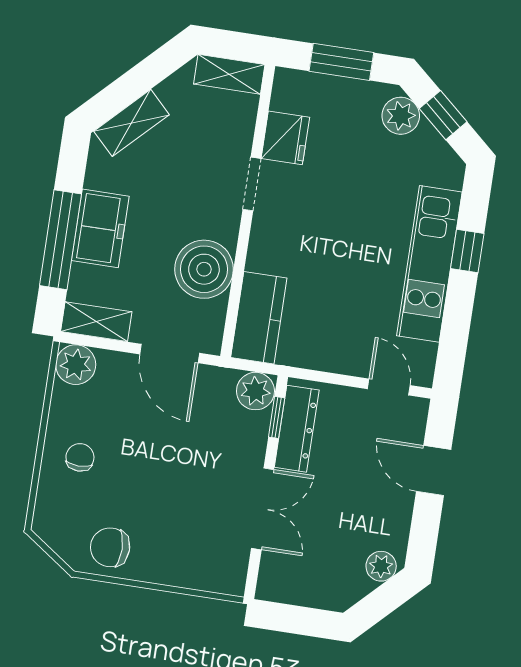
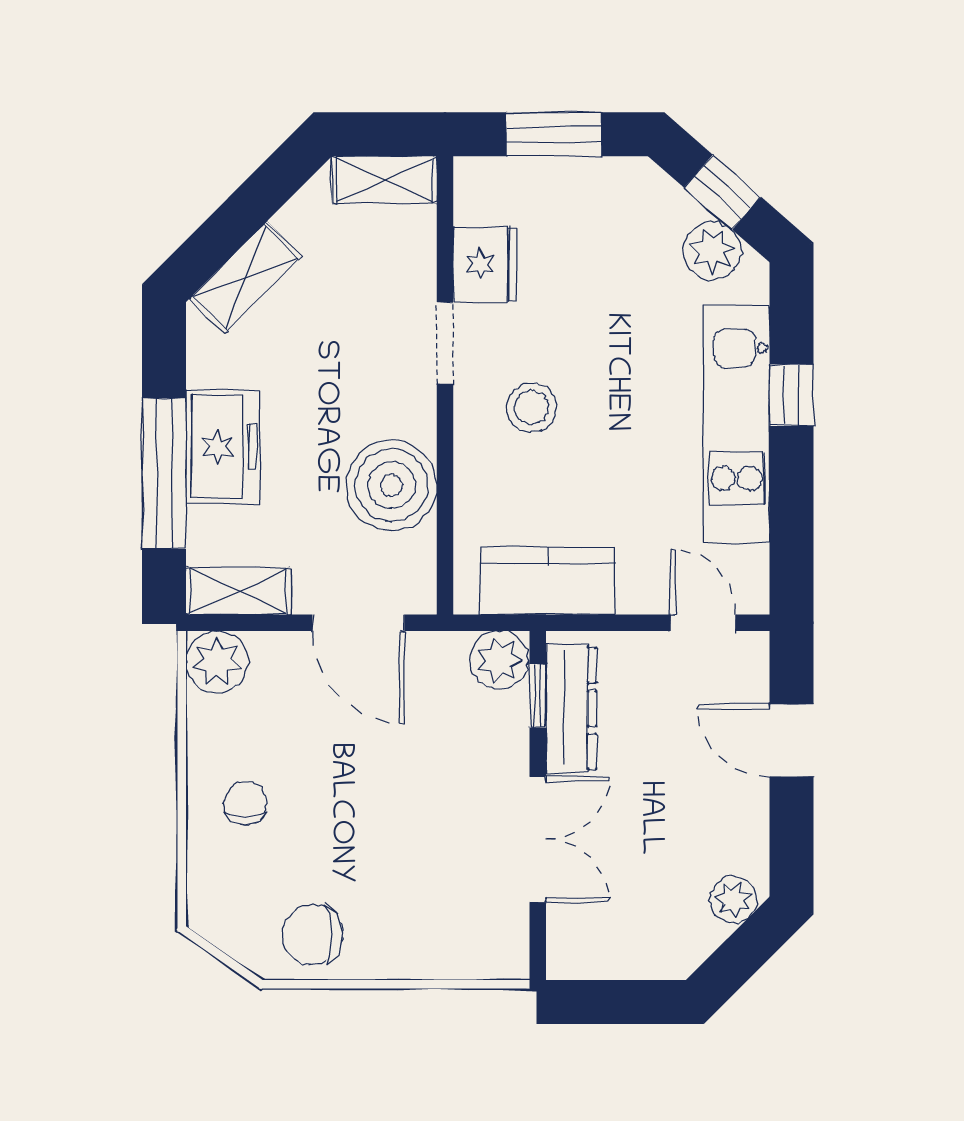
plant: (401, 116) -> (712, 251), moved
stool: (301, 234) -> (532, 408), added
kitchen counter: (259, 318) -> (548, 581), moved, turned -90

